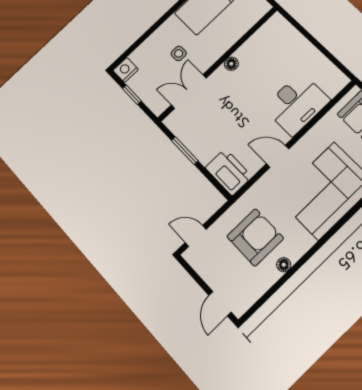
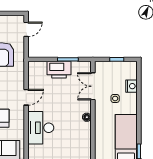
nightstand: (126, 70) -> (131, 86), moved
double door: (189, 92) -> (93, 86), swing flipped
printer: (229, 172) -> (59, 70), moved

